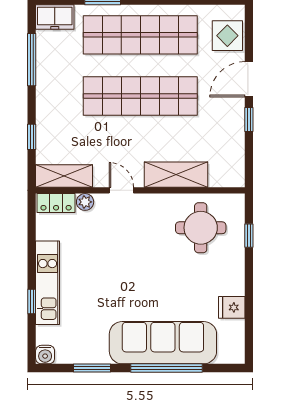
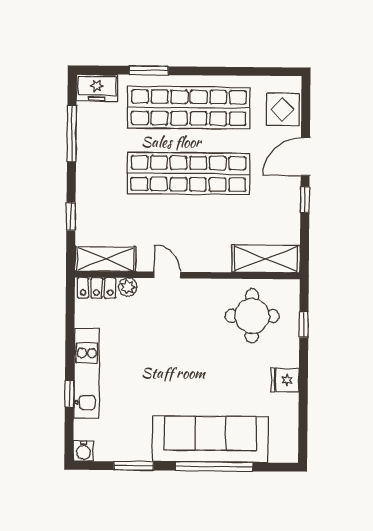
shelving: (176, 175) -> (266, 259), moved
fridge: (232, 307) -> (285, 380), moved

